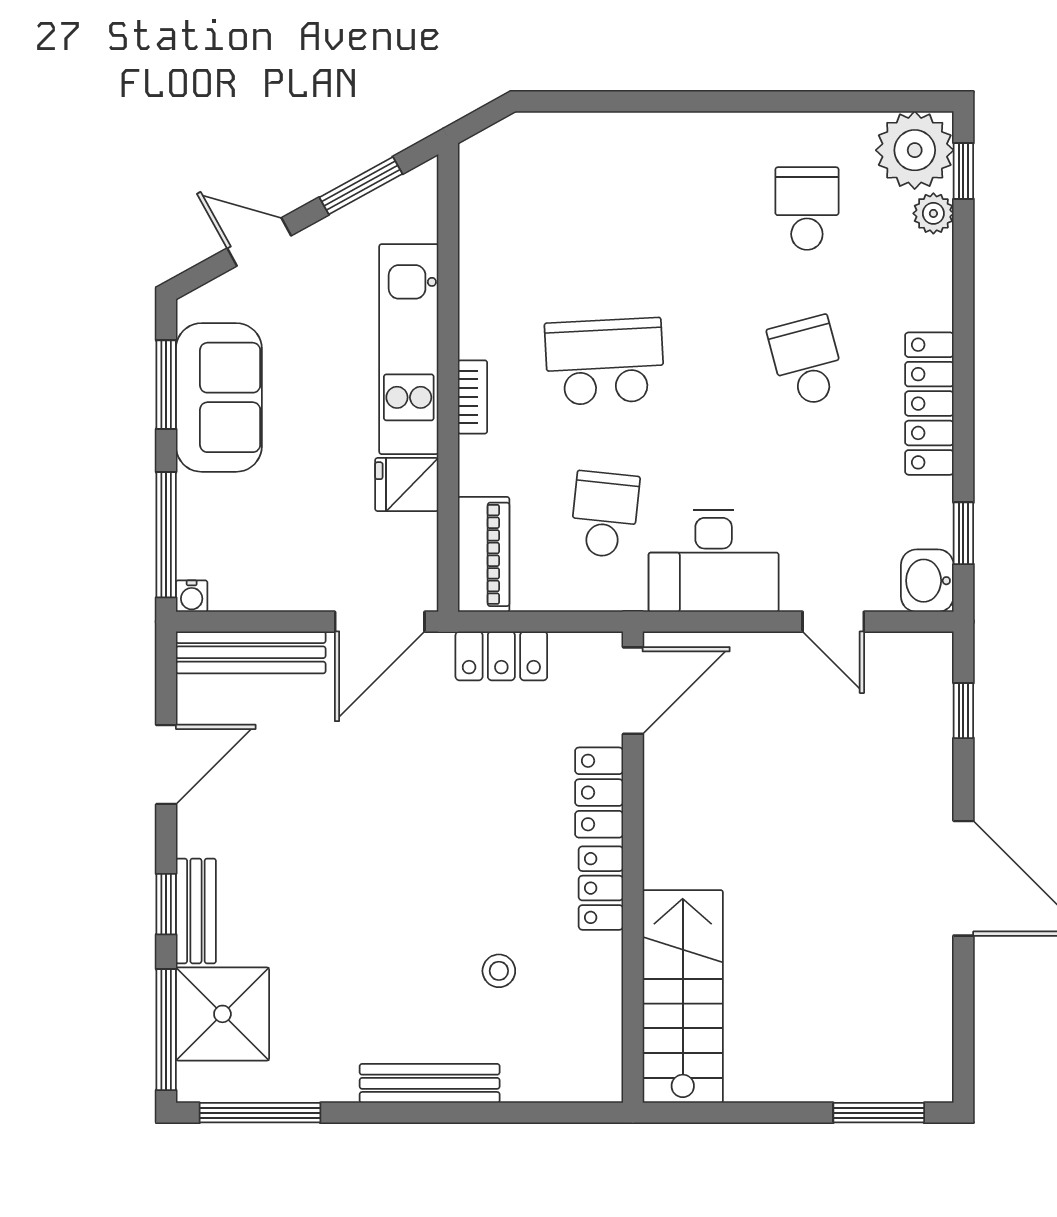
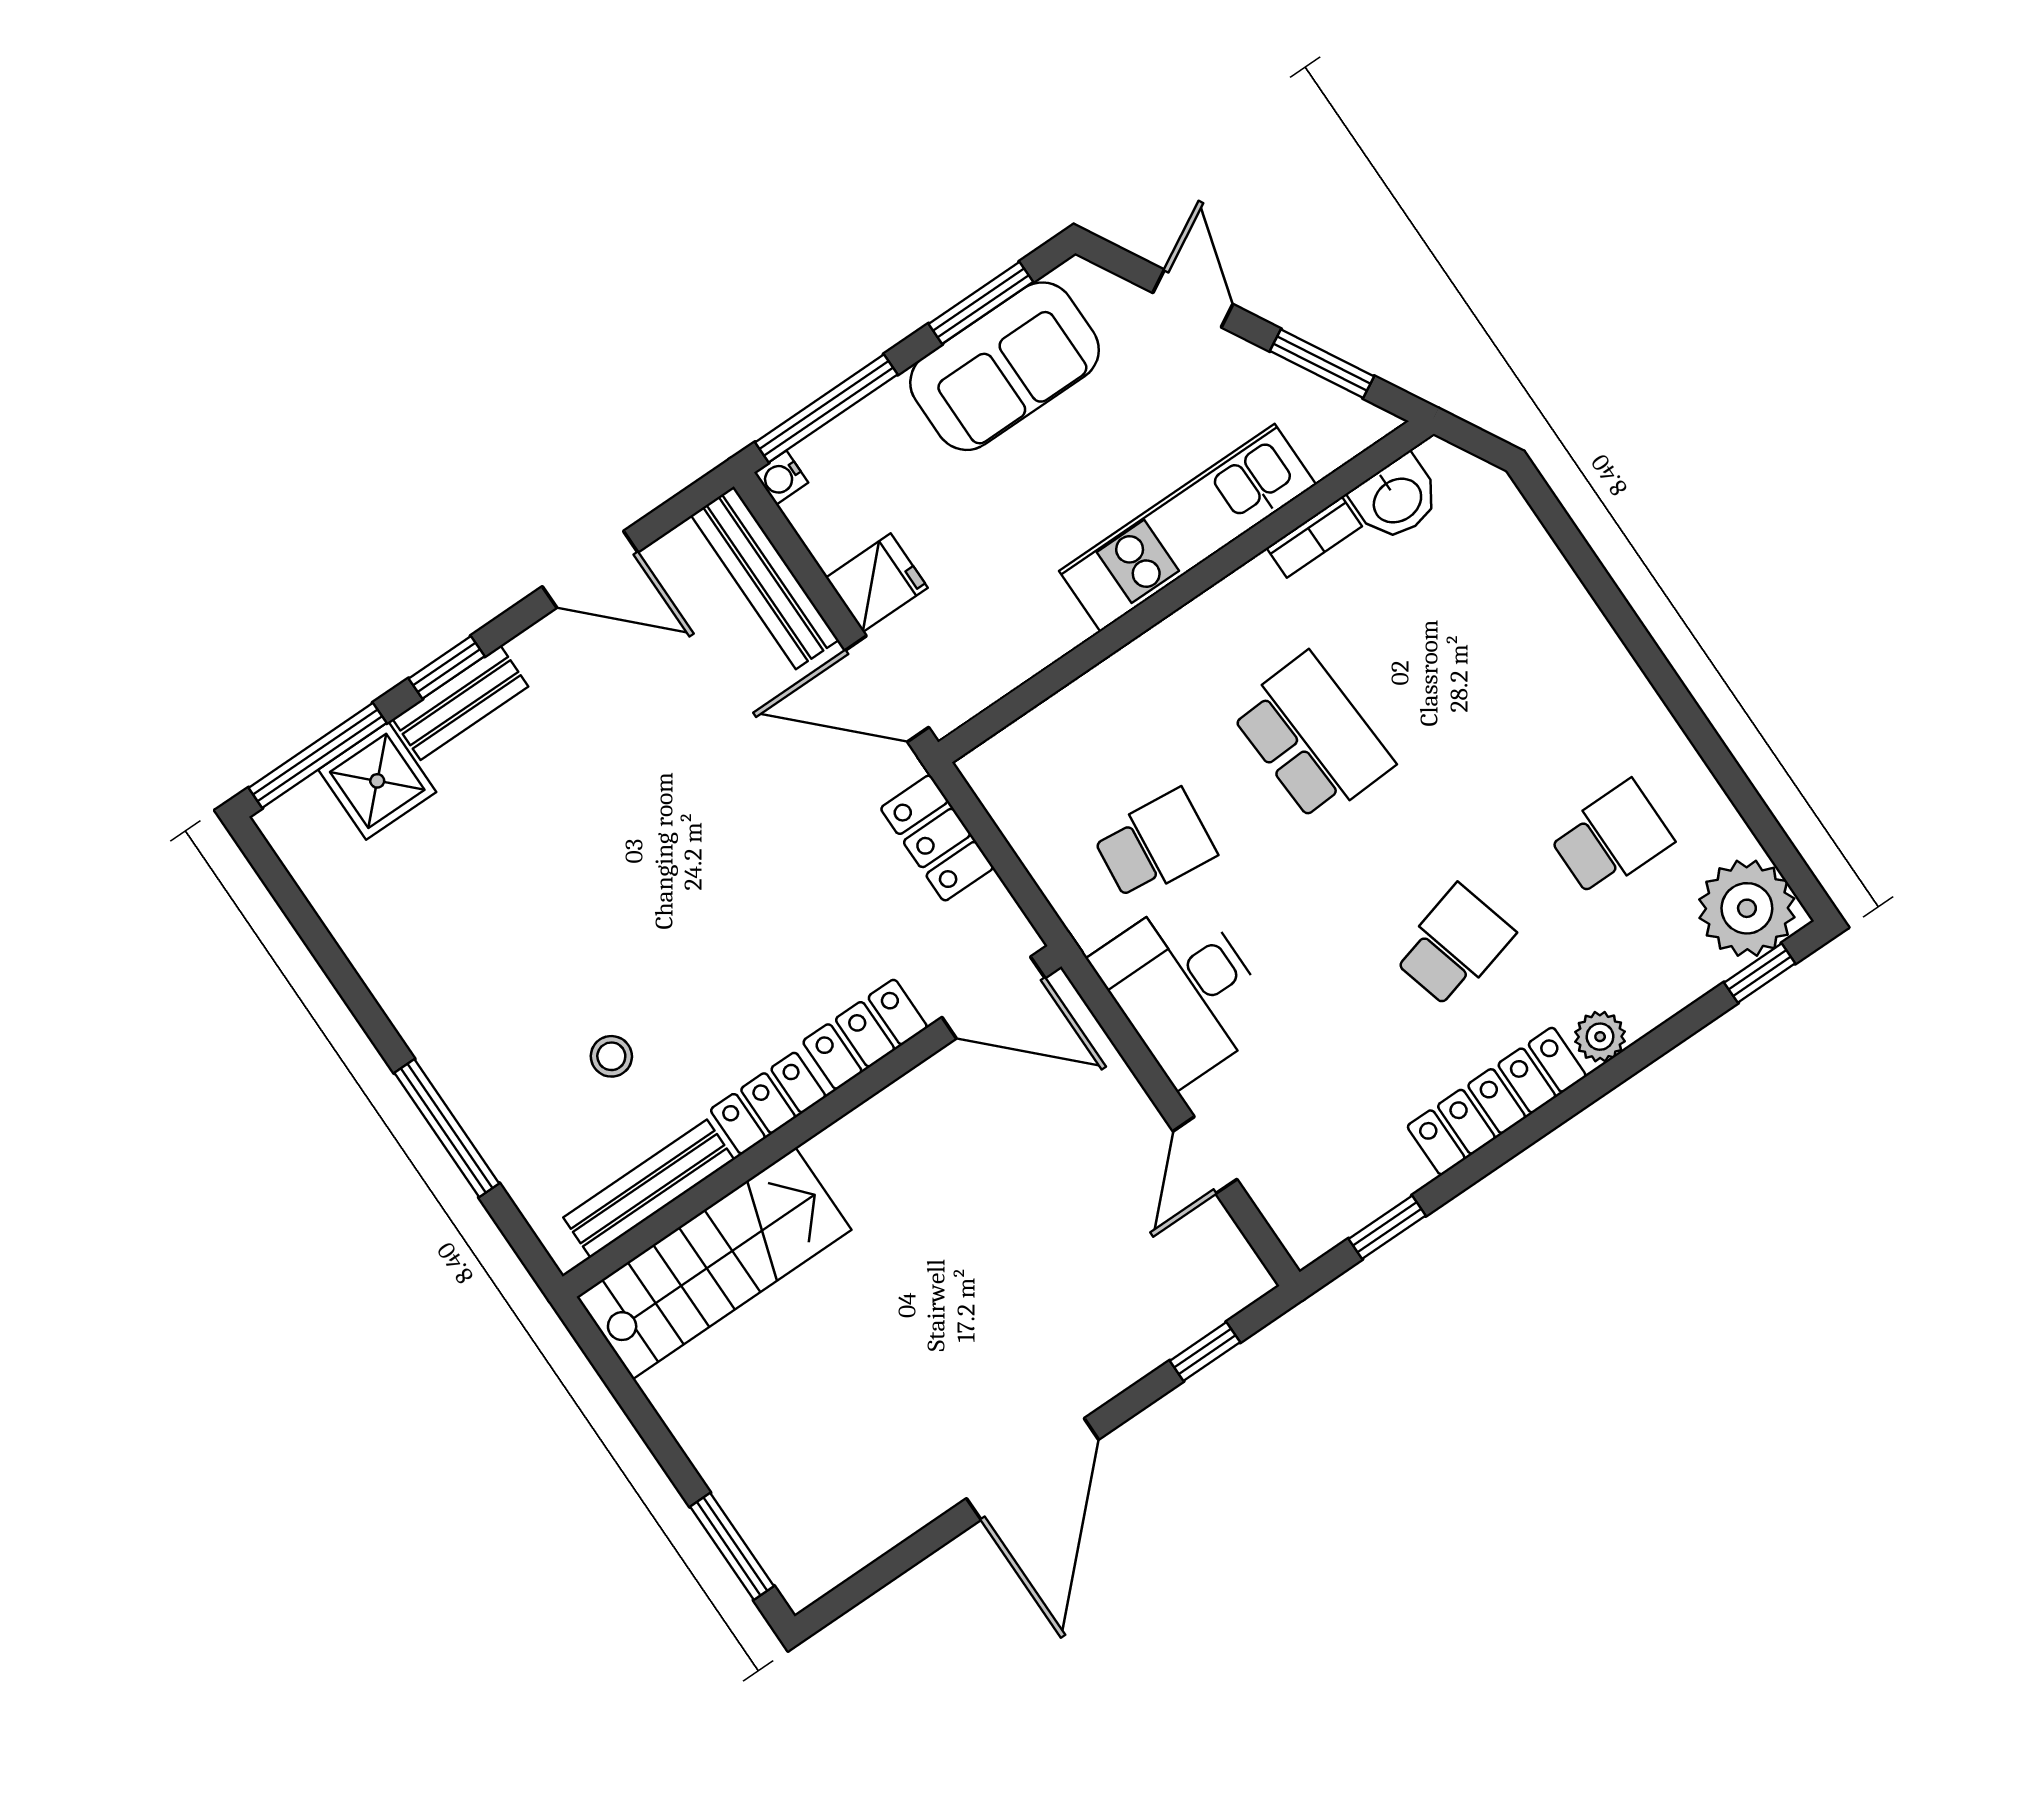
plant: (933, 213) -> (1600, 1037), moved
bookcase: (472, 397) -> (1314, 537), moved
fridge: (407, 485) -> (877, 583), moved, turned 90
piano: (484, 554) -> (1029, 748), removed
washbasin: (927, 581) -> (1396, 499), moved, turned 180
shower: (222, 1014) -> (377, 781), width x0.73, depth x0.73
bench: (430, 1083) -> (649, 1189), moved, turned 90
window: (260, 1113) -> (447, 1128), moved

